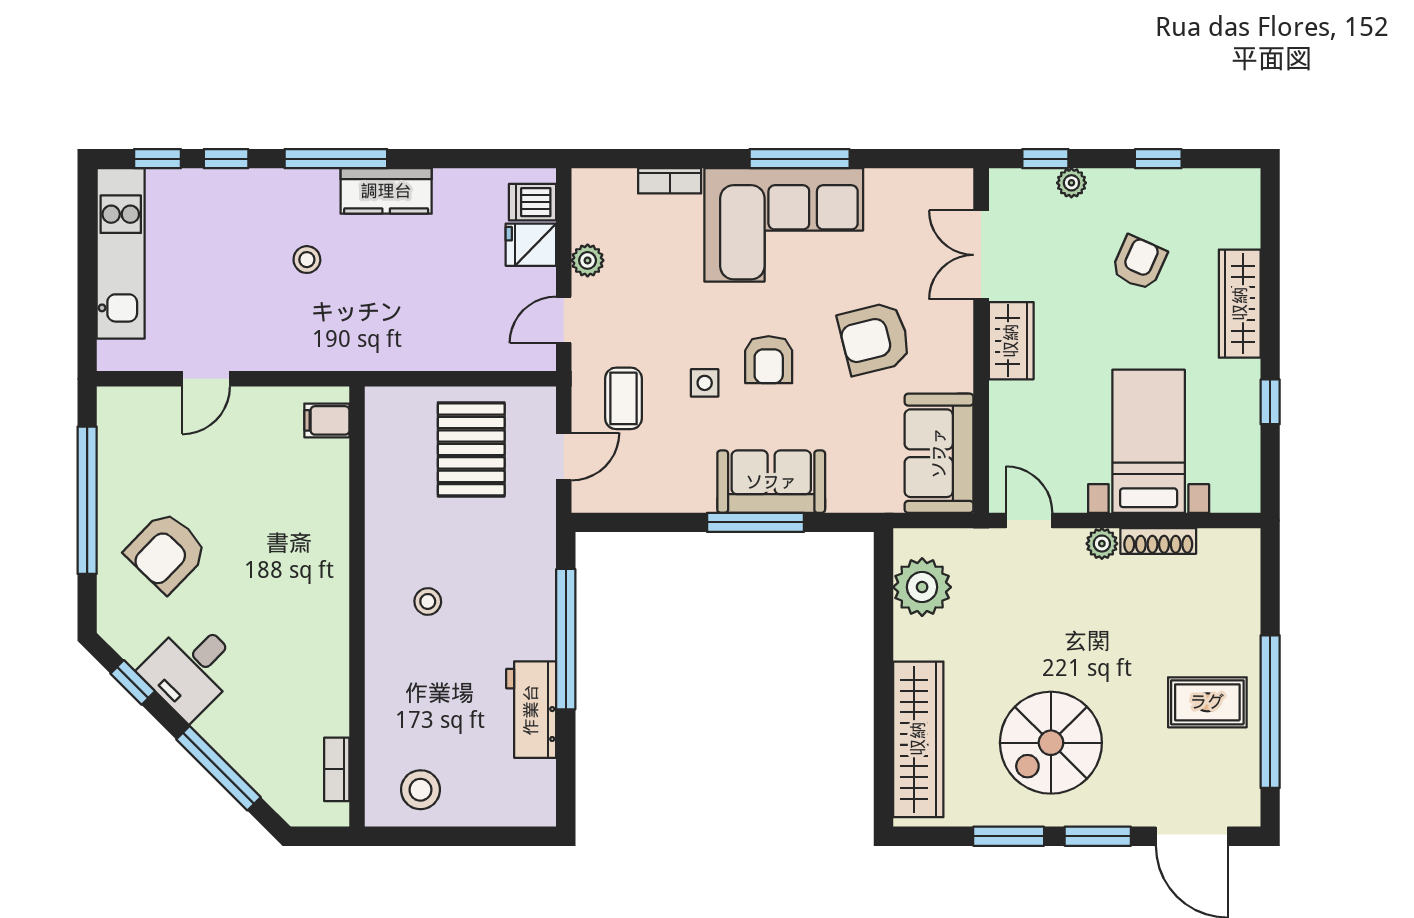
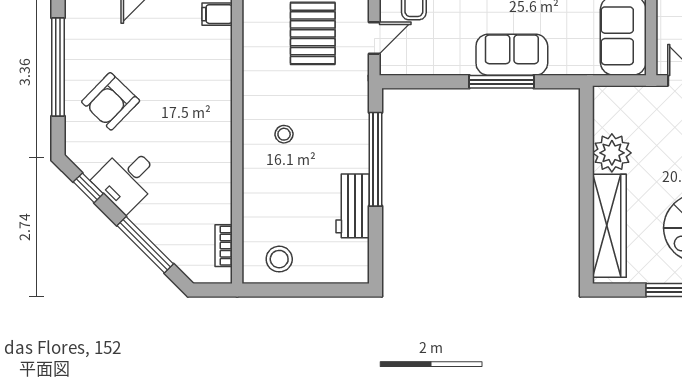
plant: (922, 587) -> (612, 153), moved

